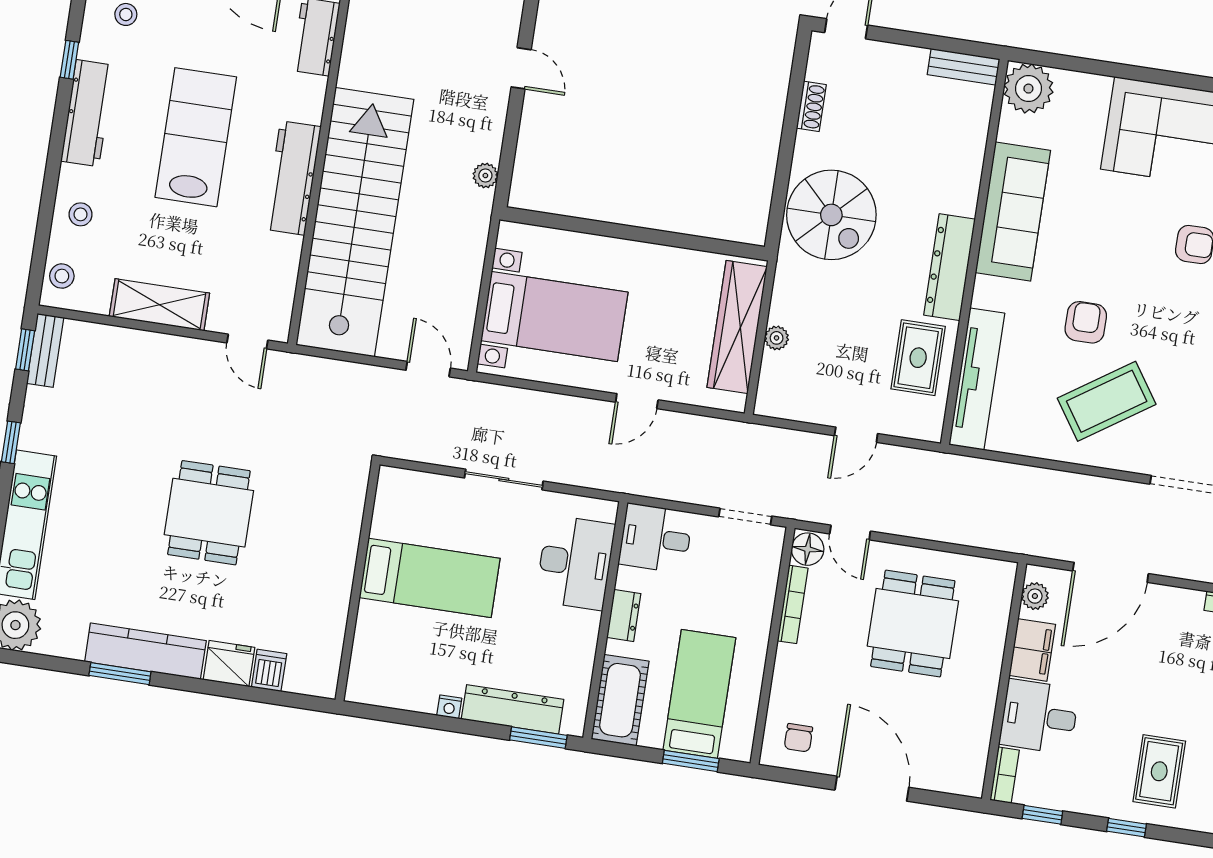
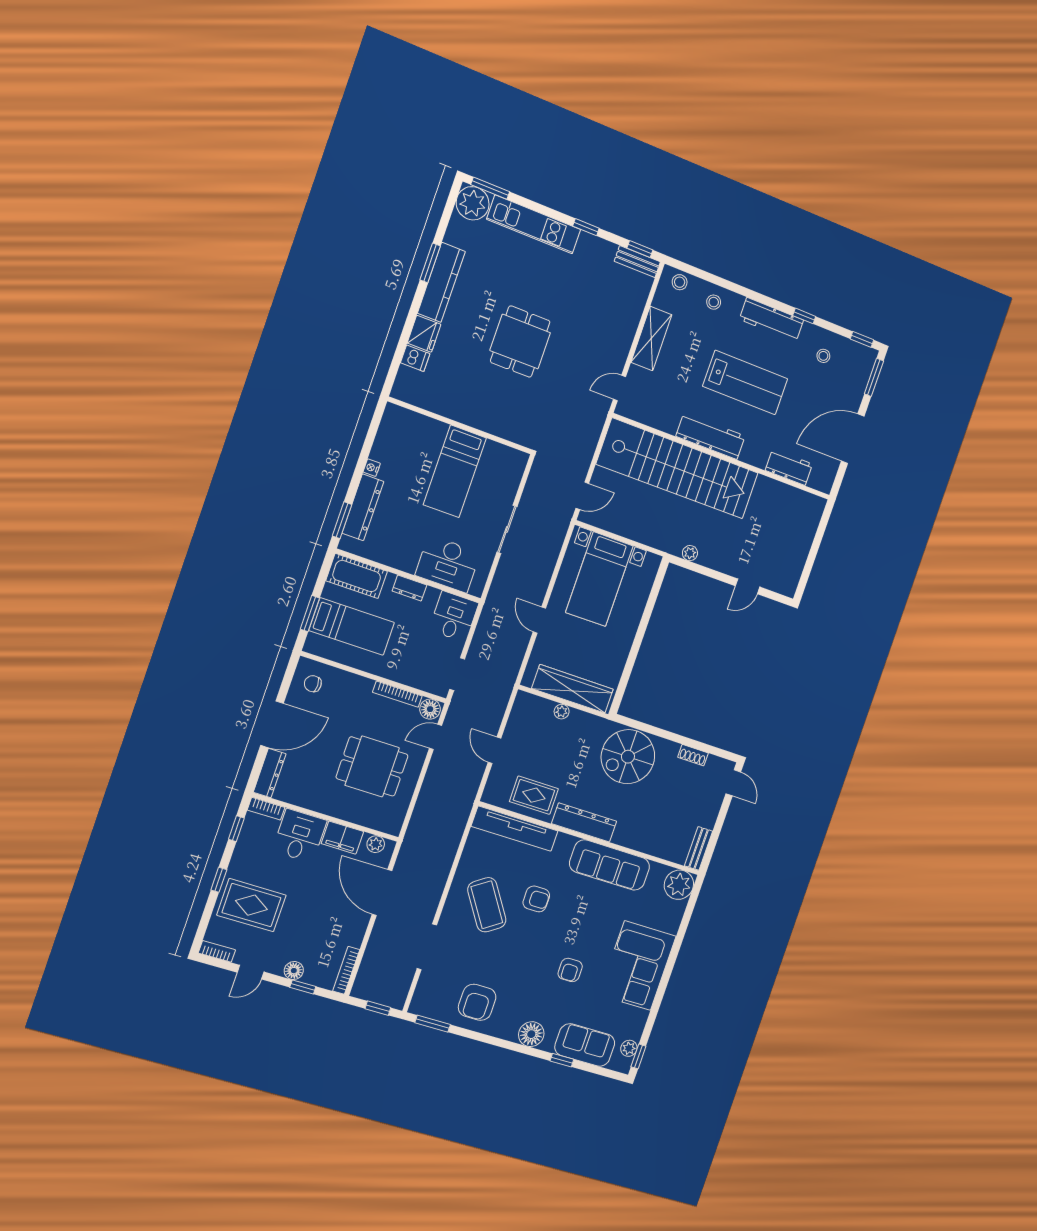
dining table: (209, 513) -> (520, 342), turned 90
rug: (1159, 771) -> (251, 905), width x1.36, depth x1.43
dresser: (948, 779) -> (270, 773), added

